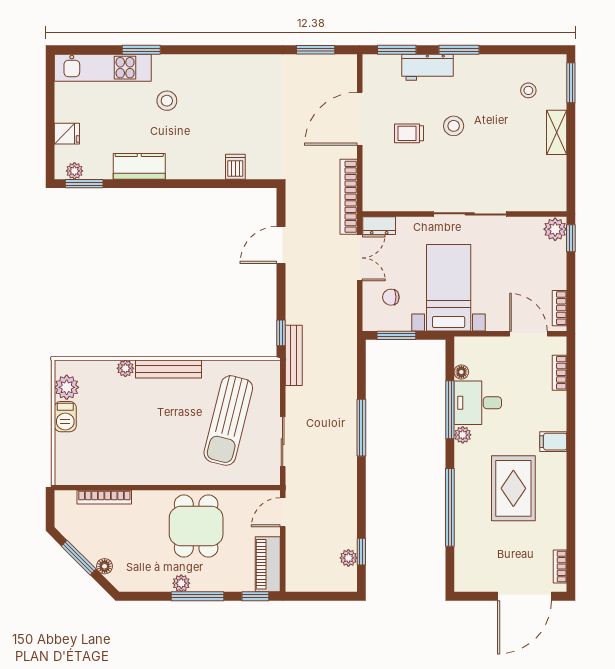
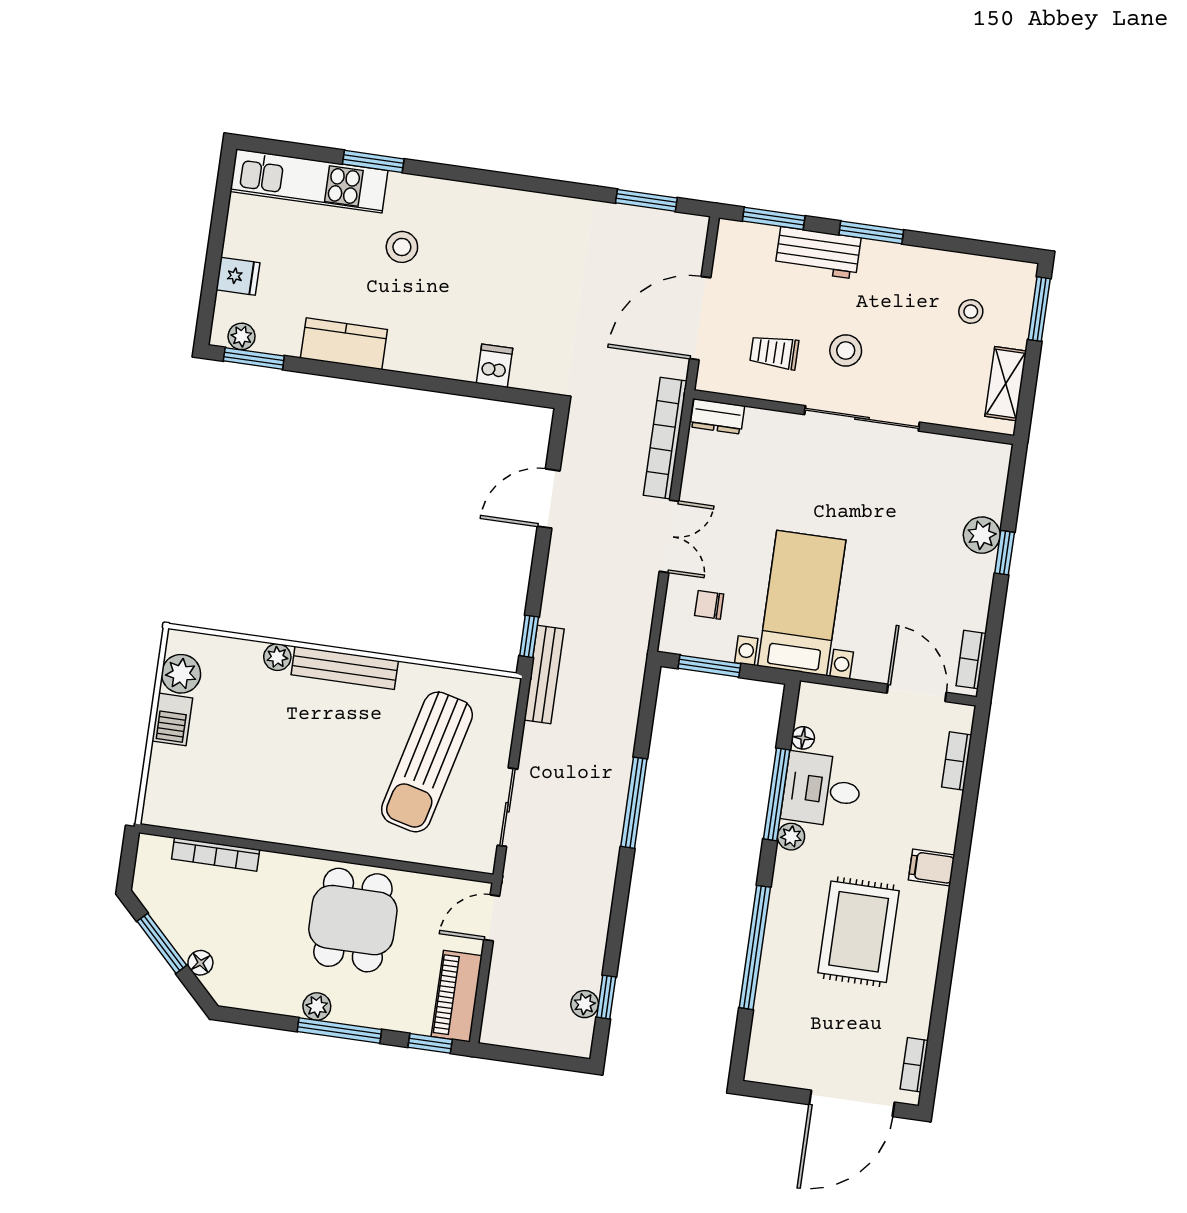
wall: (464, 214) -> (854, 417), moved
sliding door: (470, 214) -> (862, 418), moved
dresser: (379, 226) -> (717, 416), moved

